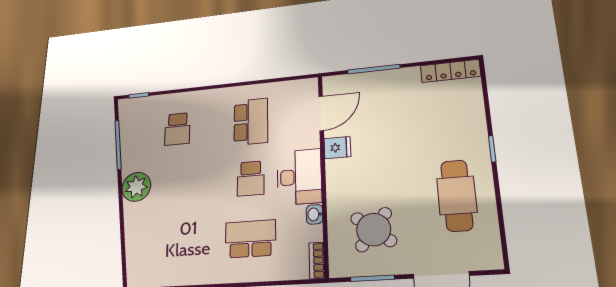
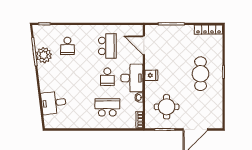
door: (321, 113) -> (144, 45), swing flipped
fridge: (337, 148) -> (151, 75), moved
plant: (136, 187) -> (44, 55), moved
cafe table: (457, 195) -> (201, 74), moved
round table: (374, 230) -> (167, 107), turned -38
desk: (147, 236) -> (54, 103), added

